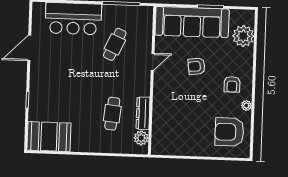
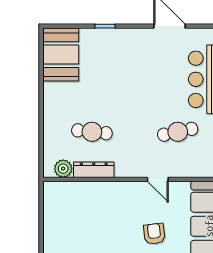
cafe table: (115, 44) -> (178, 132), turned -36

